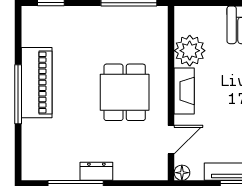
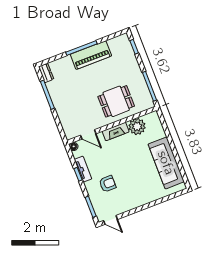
dining table: (125, 92) -> (116, 101), moved
dresser: (96, 171) -> (46, 73), moved

